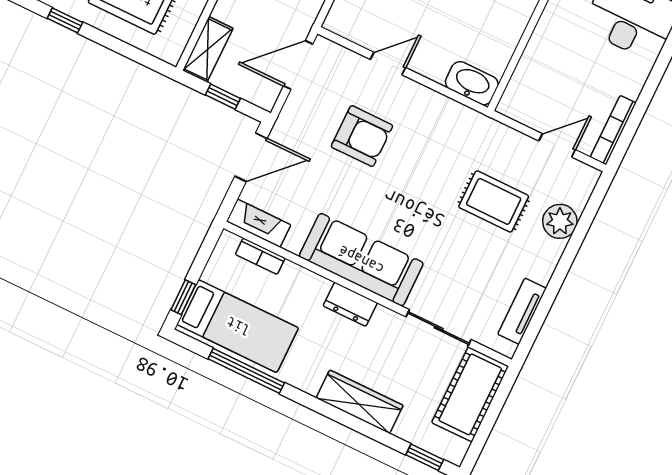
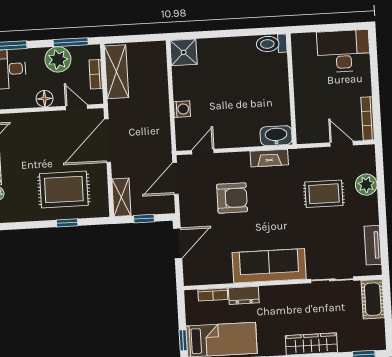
window: (65, 20) -> (67, 223), moved
door: (388, 64) -> (203, 152), moved
door: (557, 145) -> (342, 144), hinge flipped
fireplace: (259, 223) -> (269, 158), moved, turned 180
dresser: (350, 304) -> (244, 295), moved
cot: (470, 394) -> (373, 299), width x0.73, depth x0.75

